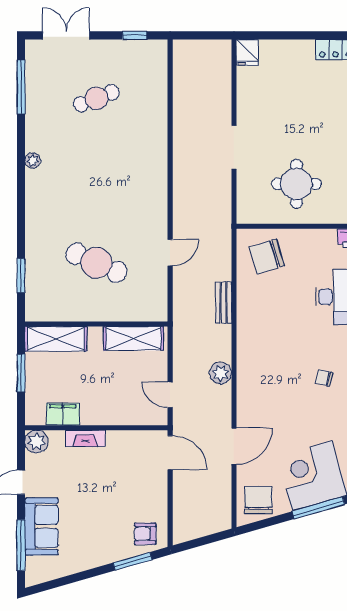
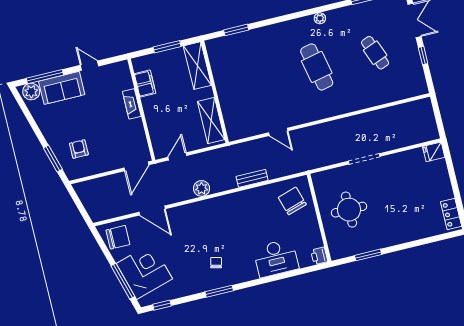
window: (135, 35) -> (423, 55), moved
cafe table: (96, 263) -> (317, 67), moved, turned -36
plant: (37, 442) -> (31, 92), moved
armchair: (145, 534) -> (79, 149), moved

